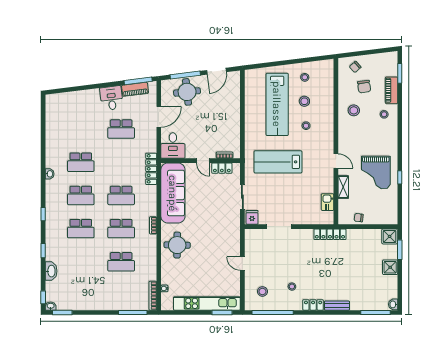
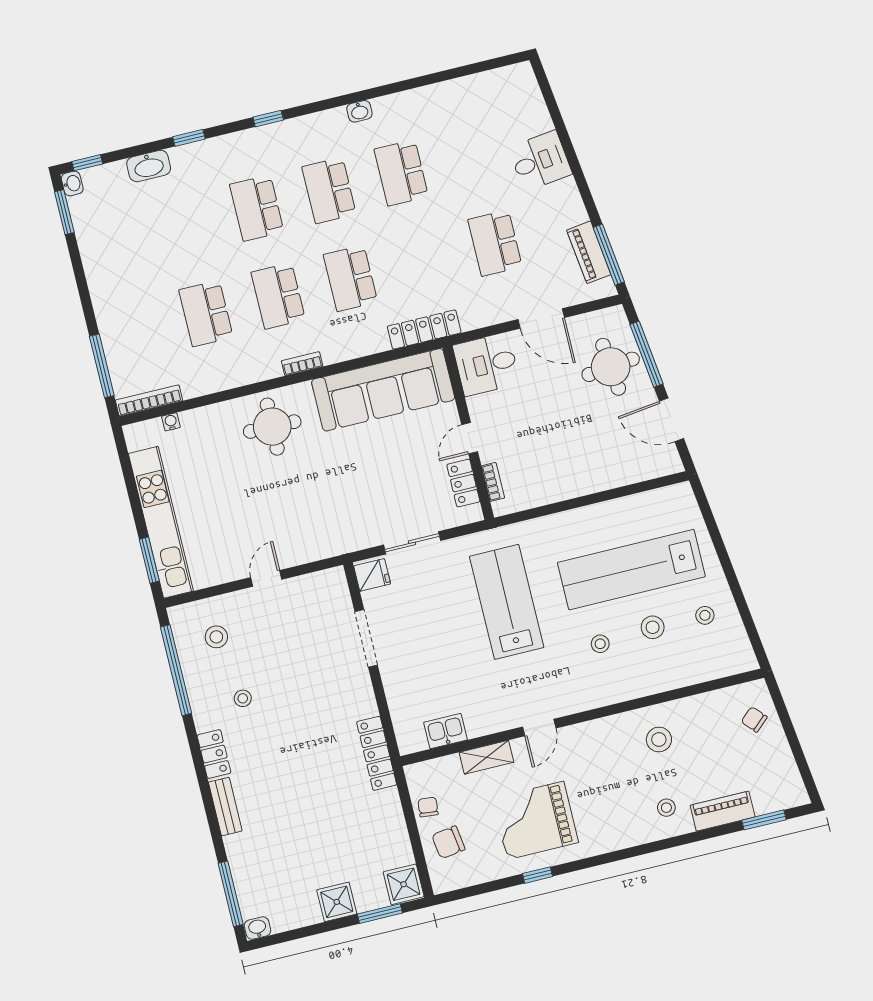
chair: (364, 87) -> (448, 842), moved
desk: (111, 98) -> (540, 161), moved

